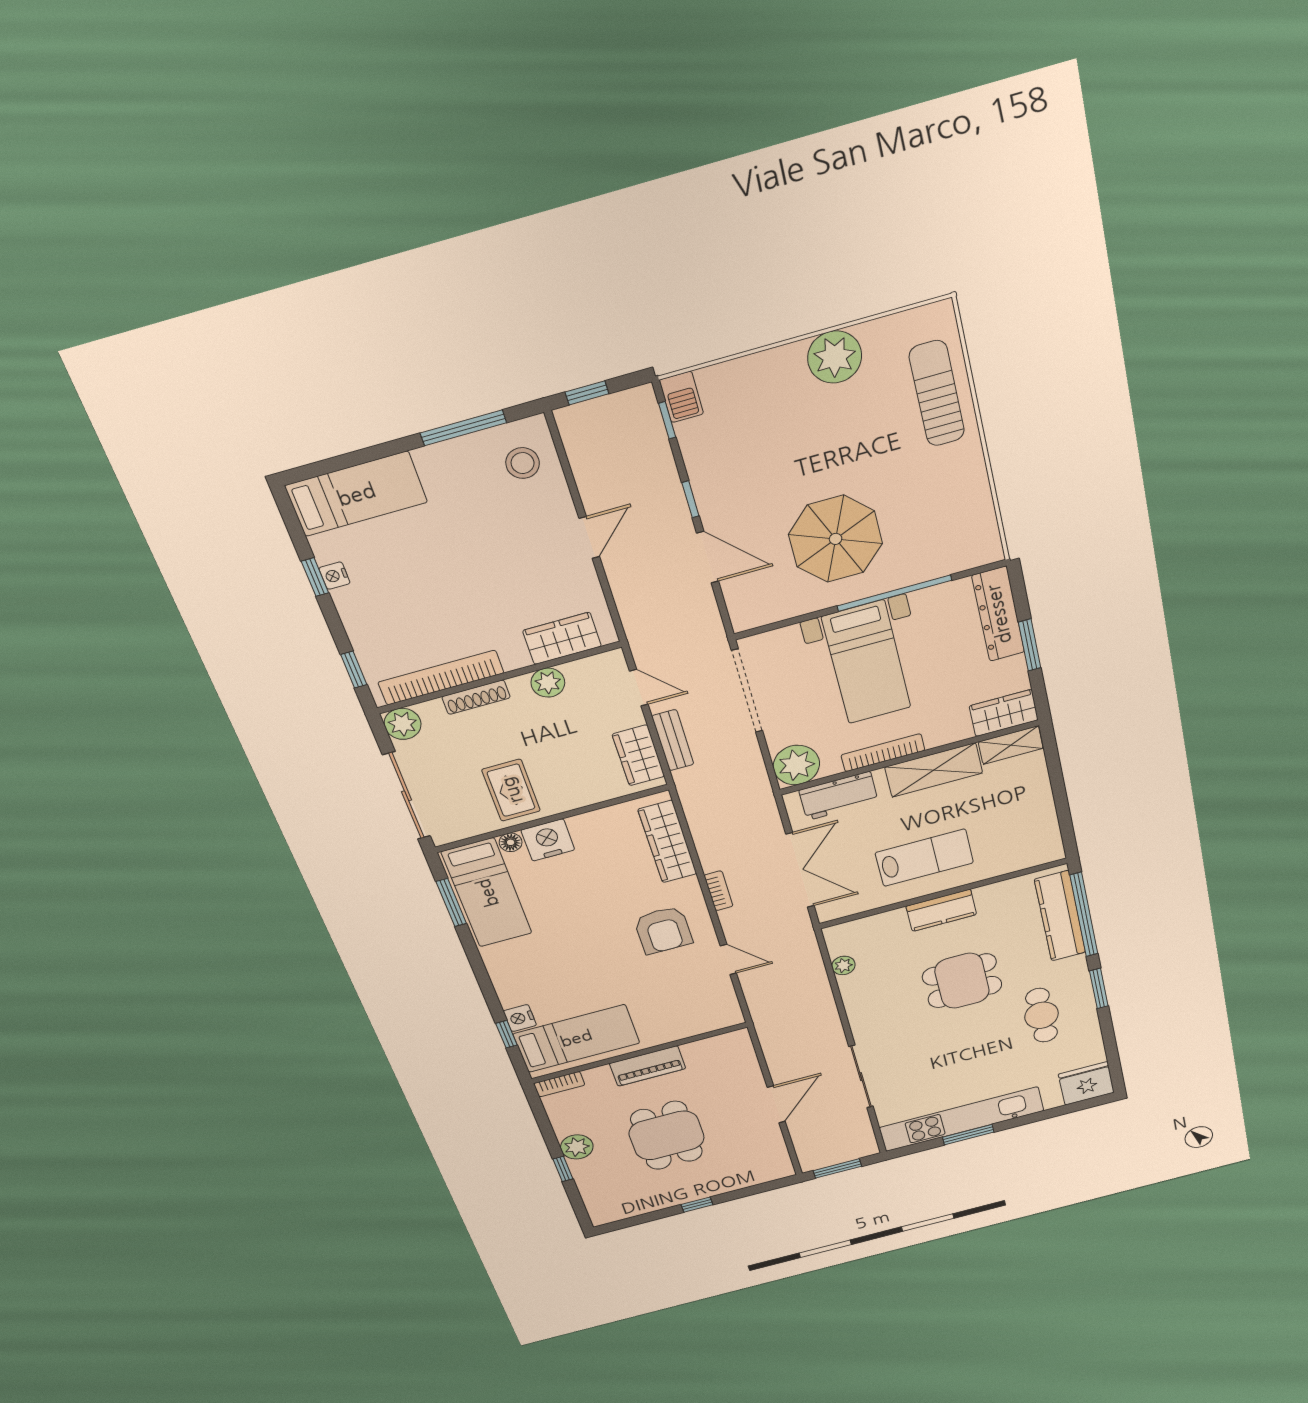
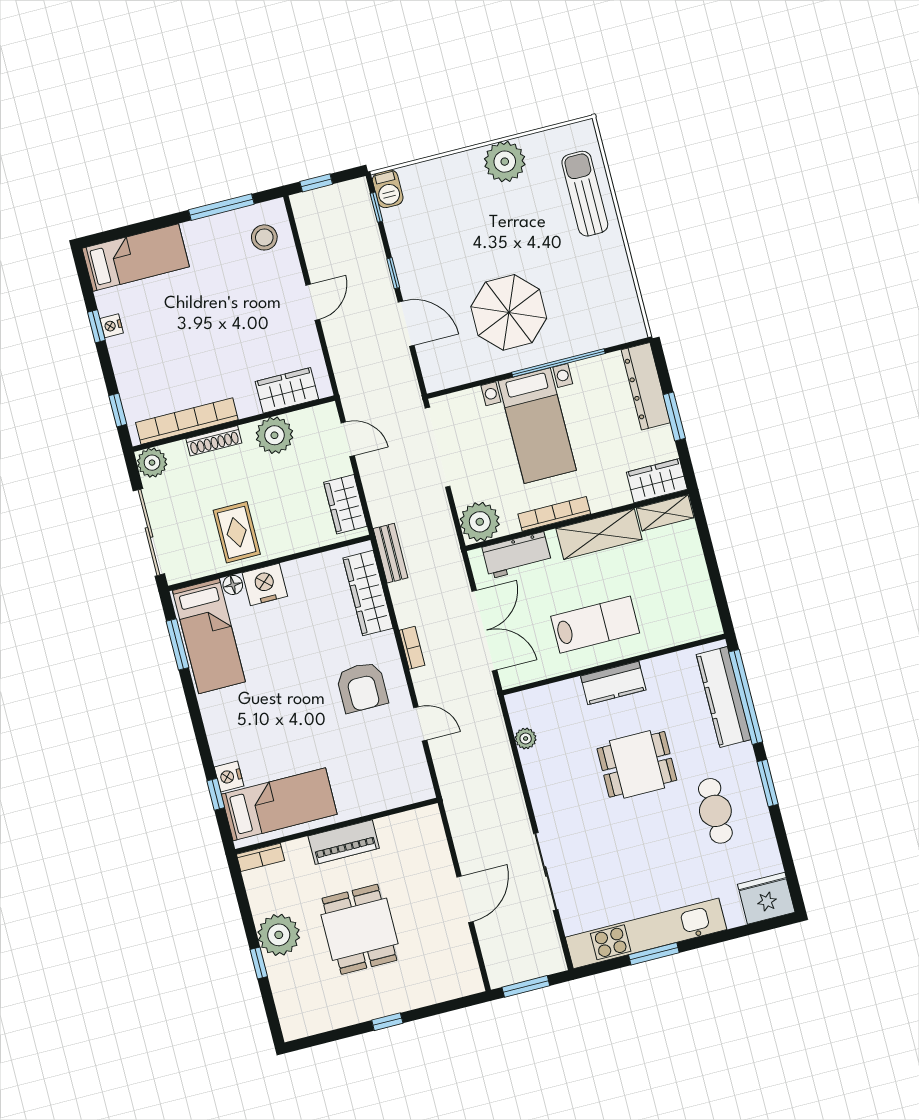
plant: (548, 683) -> (274, 435), width x1.36, depth x1.36
bench: (673, 740) -> (391, 553), moved
plant: (577, 1147) -> (279, 935), width x1.36, depth x1.36

